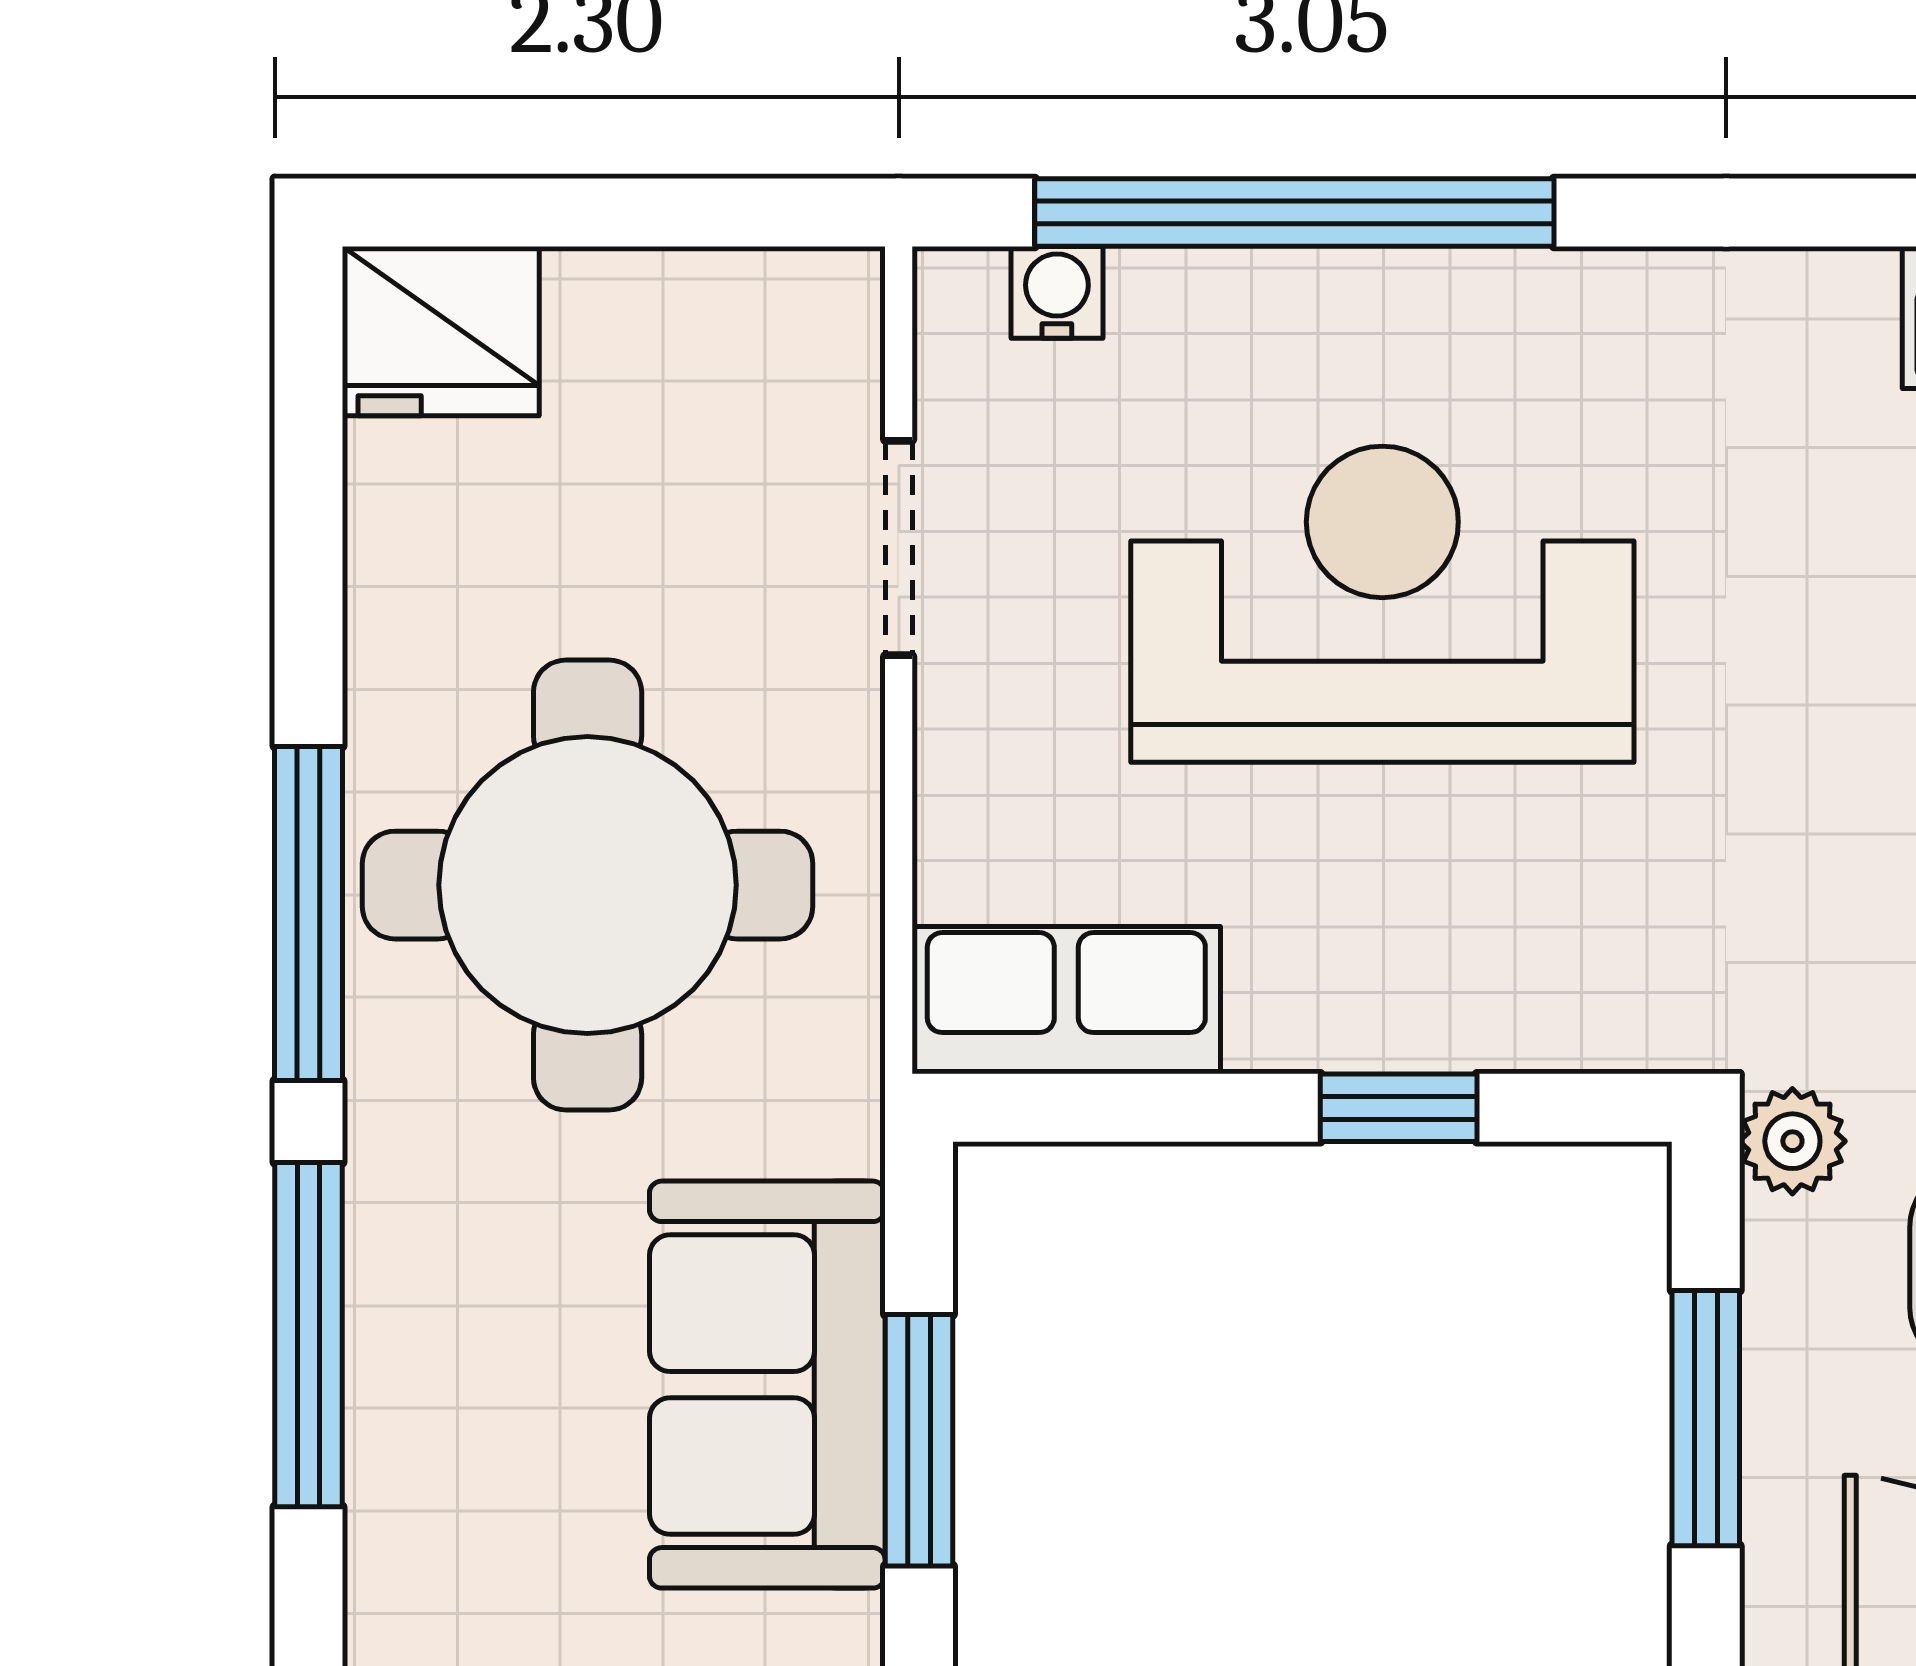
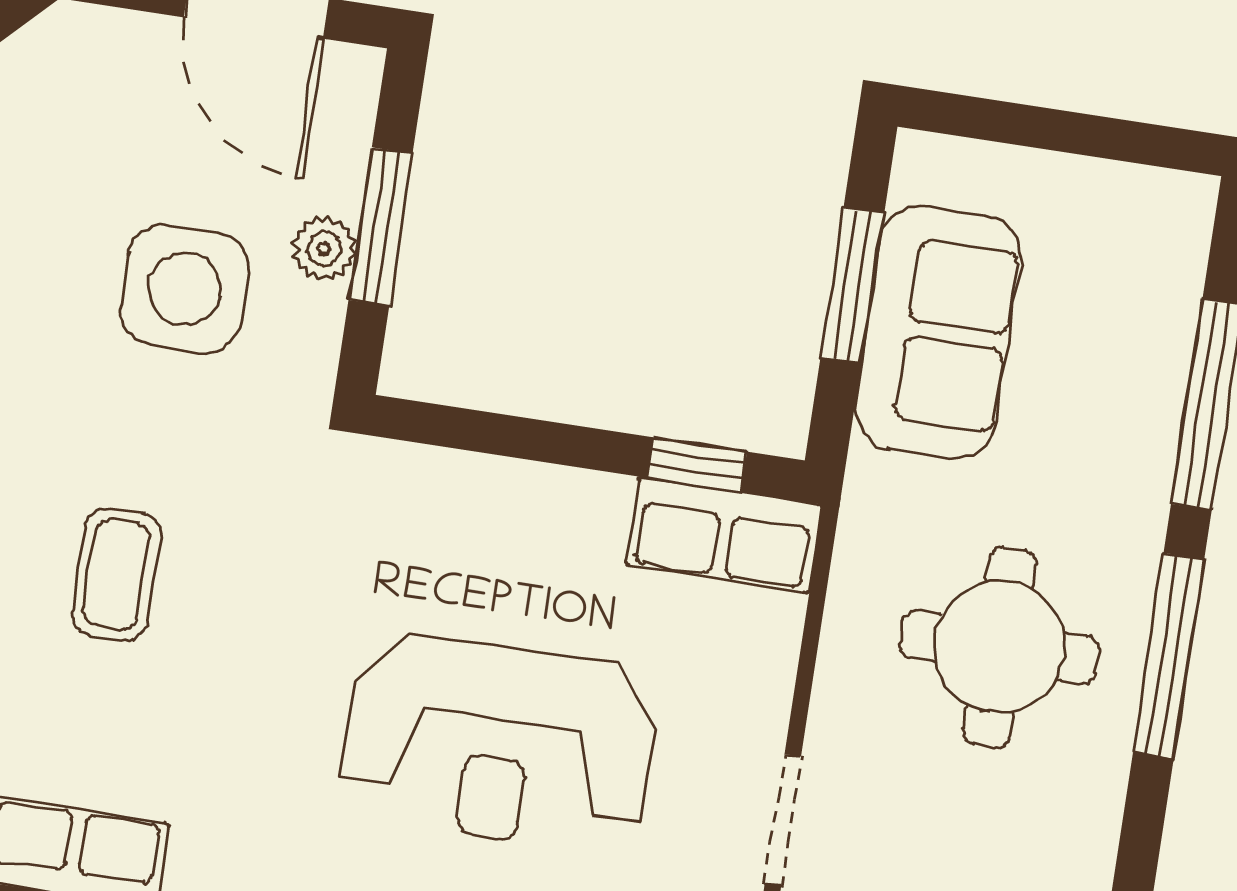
round table: (588, 885) -> (999, 647), width x0.73, depth x0.73
window: (1399, 1108) -> (697, 465), moved
plant: (1792, 1141) -> (324, 249), moved

